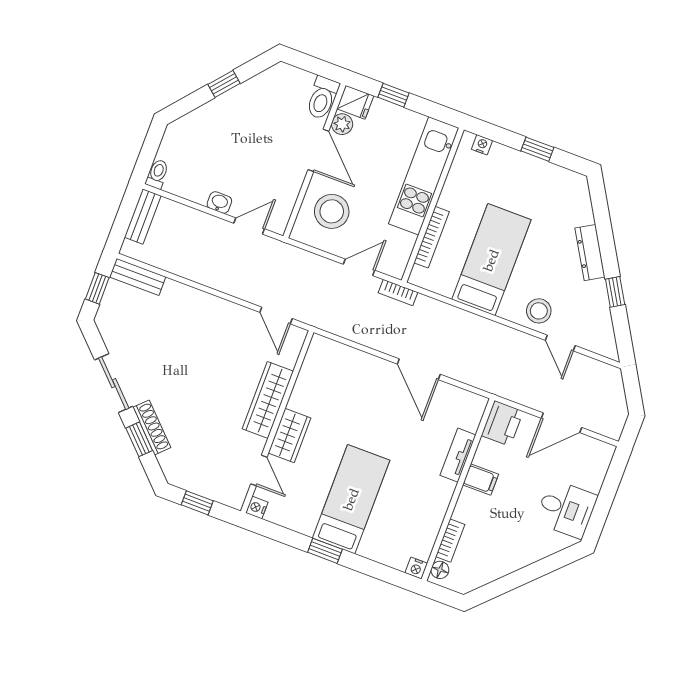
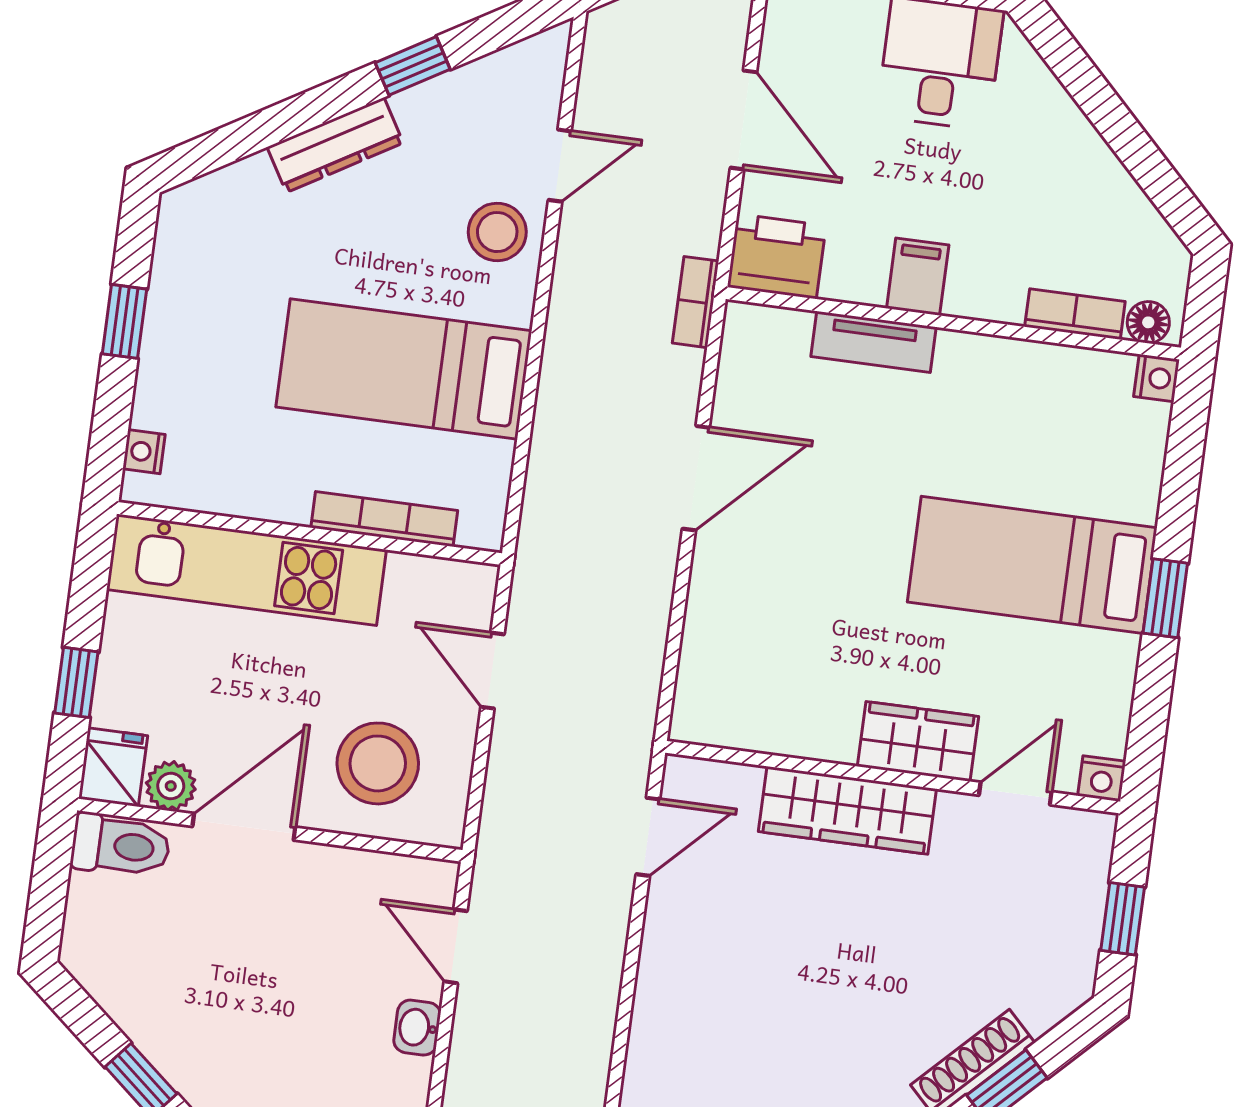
bookcase: (398, 293) -> (696, 302), moved, turned 180

